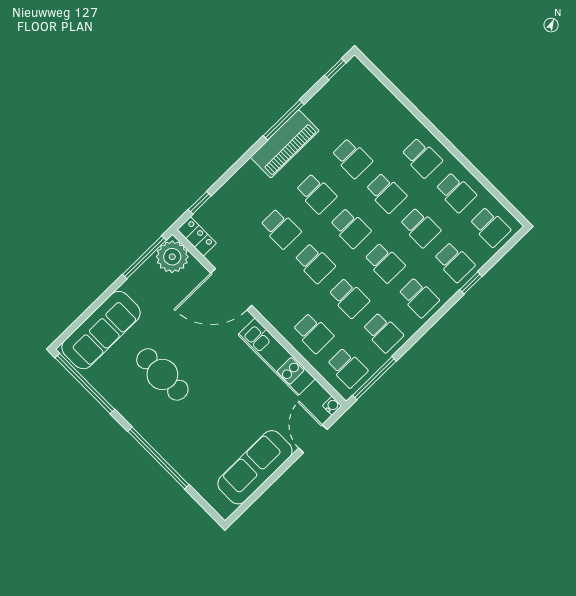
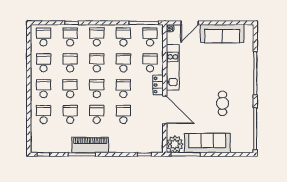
school desk: (388, 123) -> (44, 114), added
locker: (197, 236) -> (158, 85), moved
sofa: (101, 330) -> (207, 143), moved
cafe table: (162, 374) -> (223, 103), width x0.73, depth x0.74

